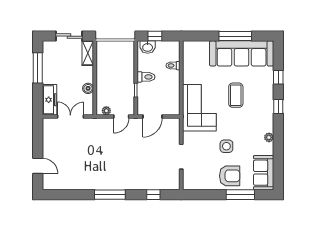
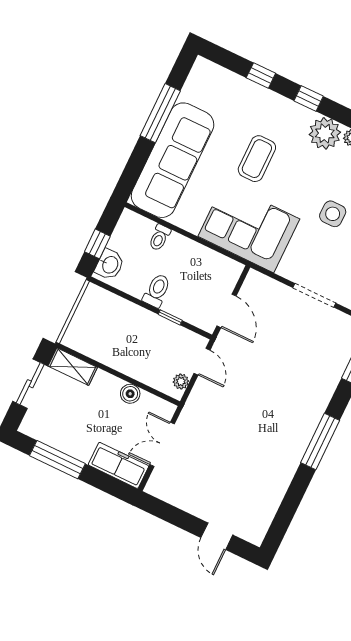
sofa: (242, 53) -> (173, 160), moved
coffee table: (236, 95) -> (257, 159), turned 90
plant: (265, 123) -> (325, 133), added
door: (38, 166) -> (217, 536), swing flipped

